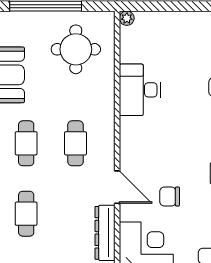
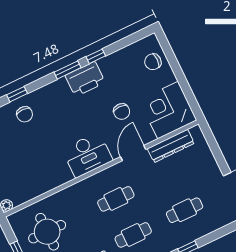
desk: (140, 90) -> (87, 155), moved

